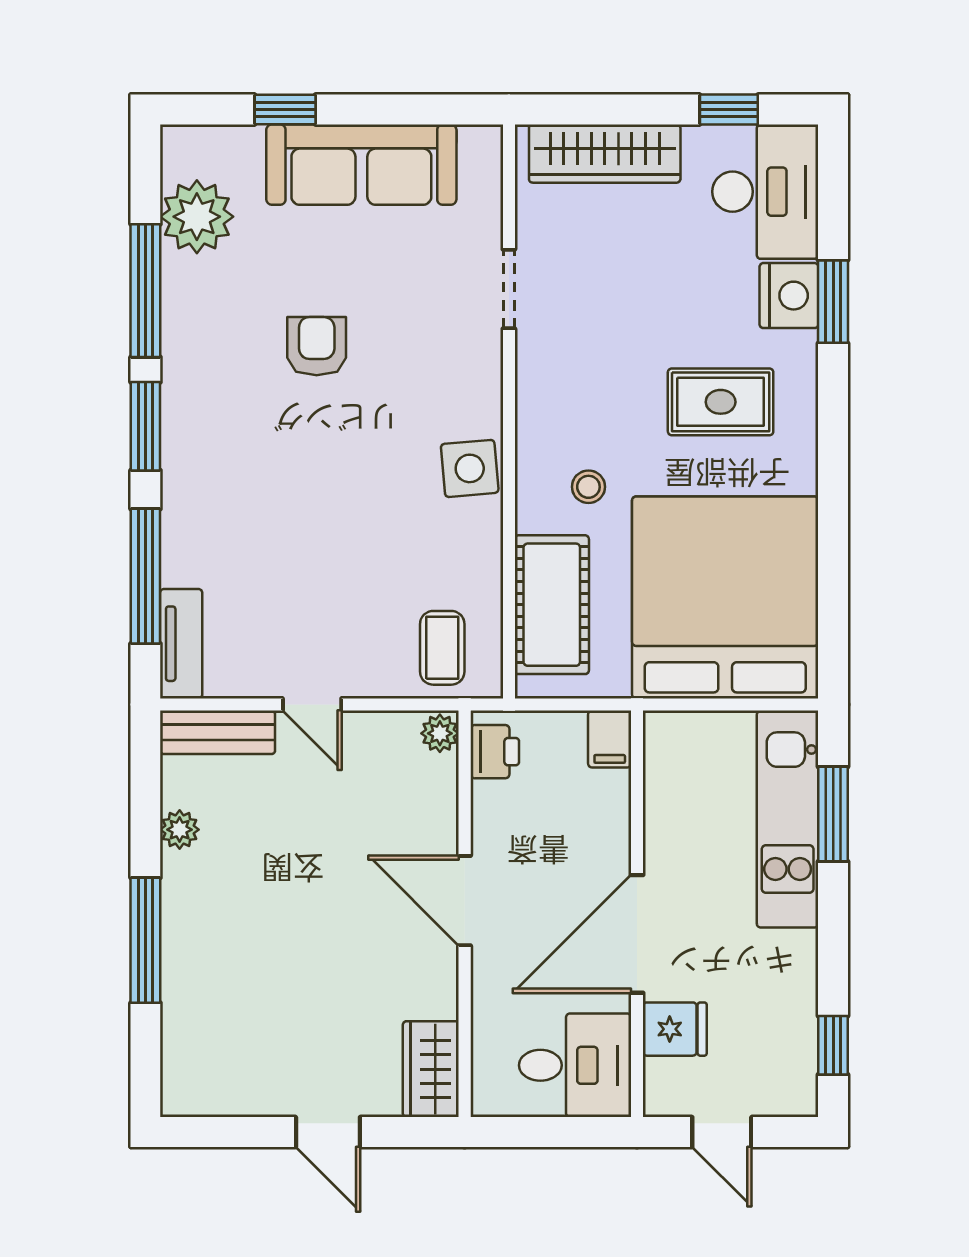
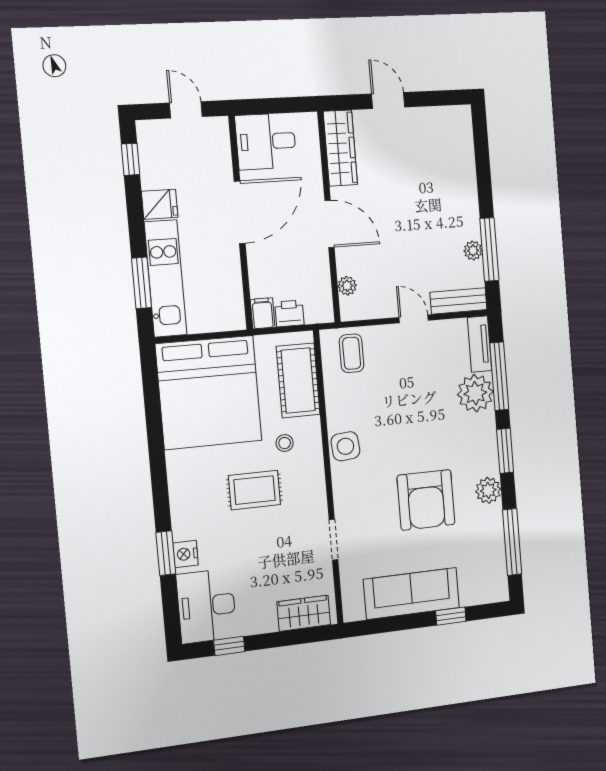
wardrobe: (605, 154) -> (304, 613), width x0.67
plant: (197, 217) -> (488, 490), moved, width x0.73, depth x0.73
window: (145, 291) -> (512, 542), moved
nightstand: (789, 296) -> (186, 554), width x0.74, depth x0.75
armchair: (317, 346) -> (426, 500), width x1.88, depth x1.88
rug: (721, 402) -> (254, 490), moved
plant: (198, 547) -> (475, 393), added
plant: (440, 733) -> (347, 286), moved
printer: (495, 752) -> (289, 313), moved, turned 90
window: (145, 940) -> (489, 249), moved
fridge: (675, 1029) -> (160, 204), moved, turned 180
wardrobe: (431, 1069) -> (340, 148), width x1.50

